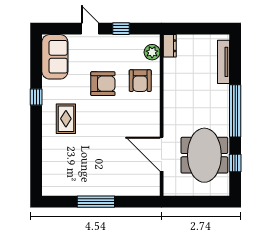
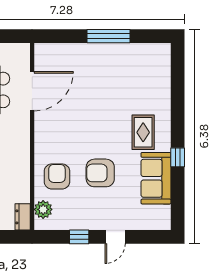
door: (90, 29) -> (115, 237), hinge flipped
sofa: (55, 57) -> (156, 178), moved
door: (162, 154) -> (32, 91), hinge flipped

